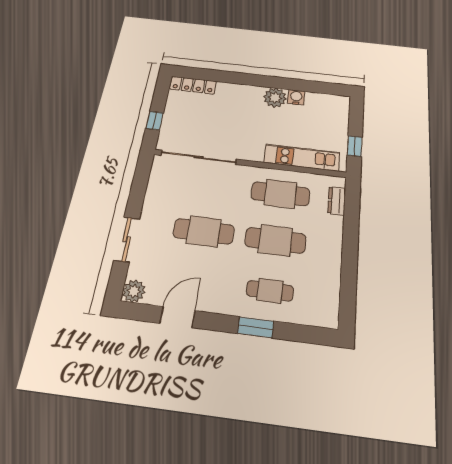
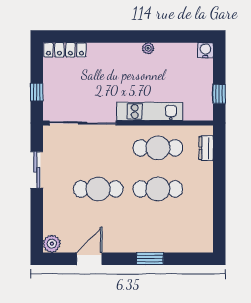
water cooler: (296, 97) -> (205, 50), moved
plant: (275, 98) -> (148, 48), width x0.53, depth x0.53
kitchen unit: (302, 158) -> (150, 111), moved
sliding door: (127, 239) -> (37, 170), moved
cafe table: (270, 291) -> (158, 230), removed

